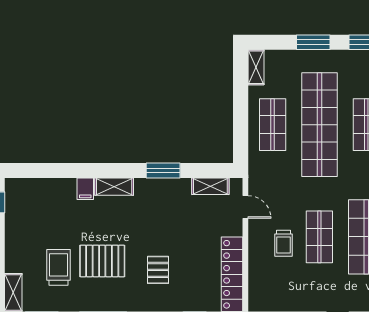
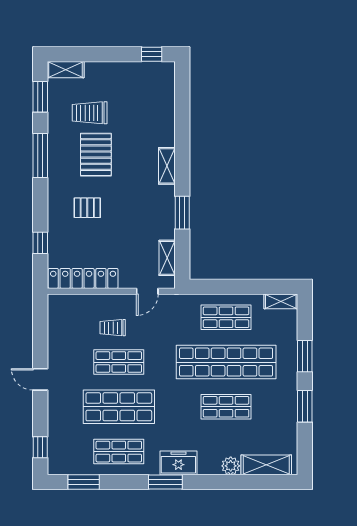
filing cabinet: (85, 189) -> (165, 138), removed
trolley: (59, 267) -> (90, 113), turned 180

